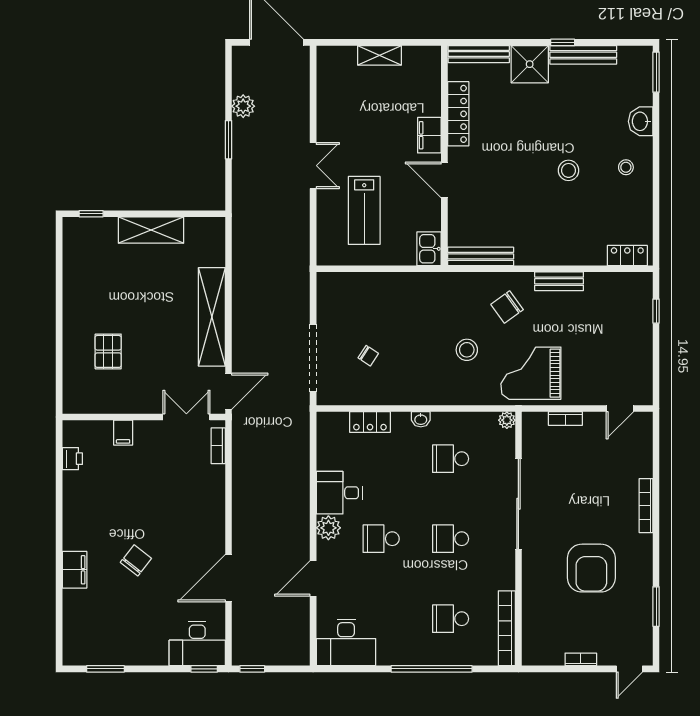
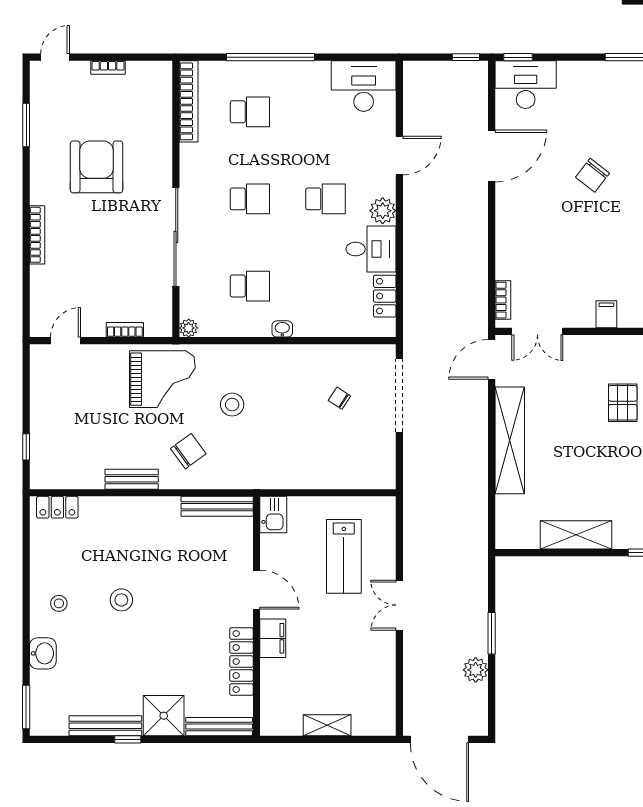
lab bench: (364, 210) -> (344, 556), turned 180
locker: (370, 422) -> (385, 296), moved, turned -90

